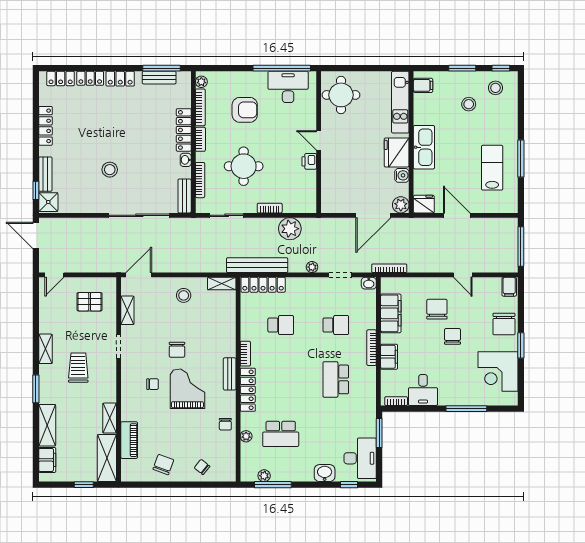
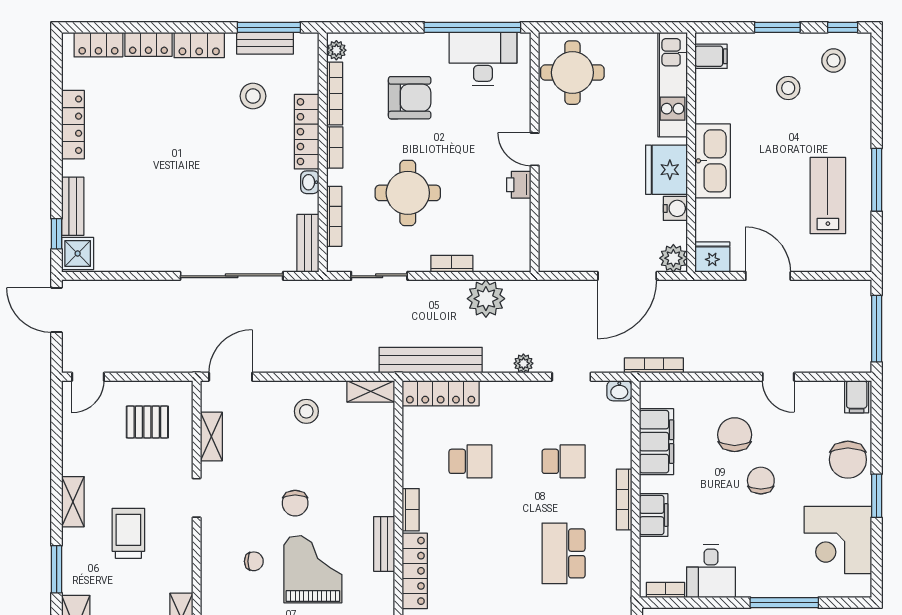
stool: (110, 170) -> (253, 96), moved

